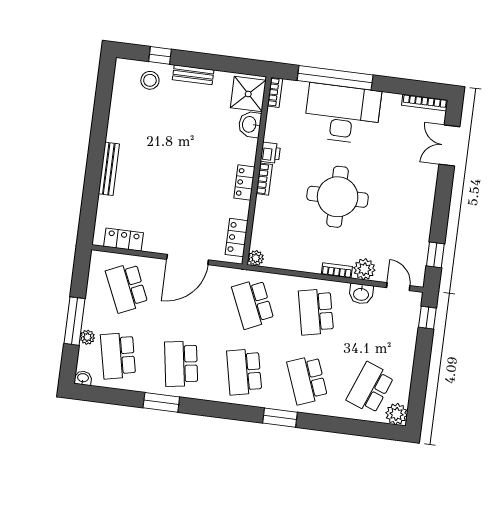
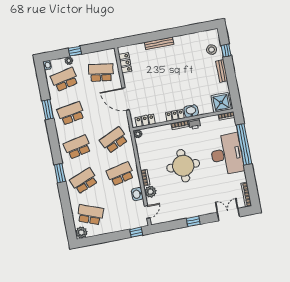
washbasin: (250, 124) -> (191, 111), moved
window: (435, 255) -> (193, 221), moved
school desk: (127, 288) -> (101, 73), turned 33
window: (74, 321) -> (75, 51), width x0.46

